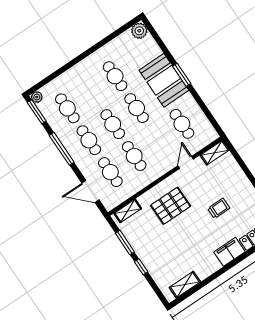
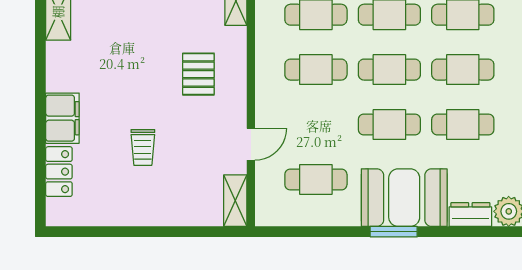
dresser: (152, 47) -> (470, 214), added
cafe table: (91, 92) -> (463, 70), added
door: (186, 162) -> (251, 144), hinge flipped
pallet: (171, 206) -> (198, 74), width x0.67, depth x0.71

